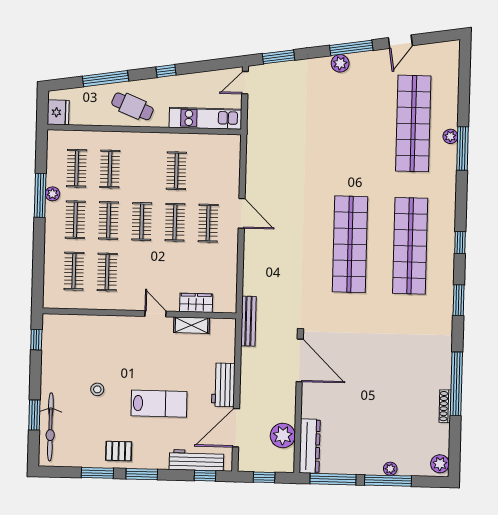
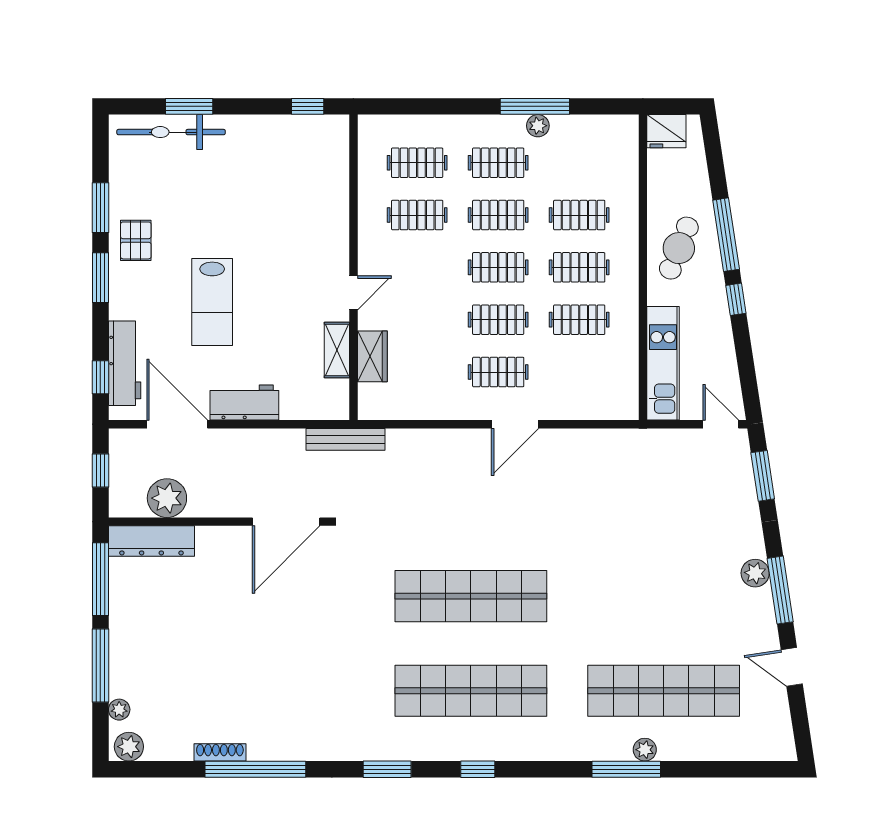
window: (106, 79) -> (726, 235), moved
clothes rail: (77, 168) -> (579, 267), moved
stool: (97, 389) -> (232, 204), removed
plant: (390, 469) -> (119, 710), moved

